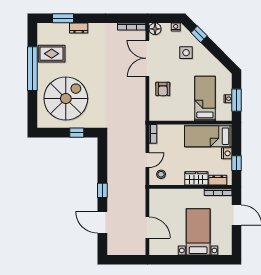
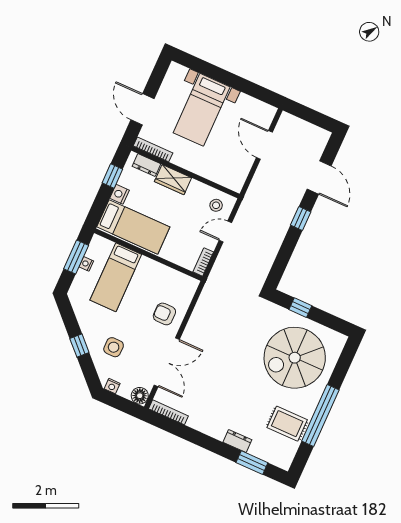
window: (199, 34) -> (79, 345), moved
armchair: (163, 89) -> (164, 314), turned -90

